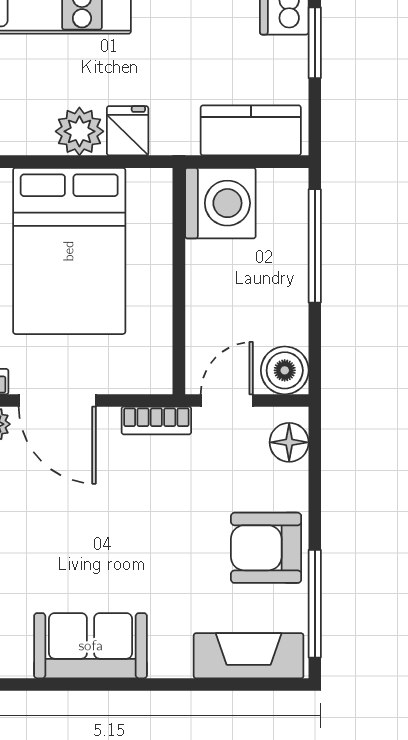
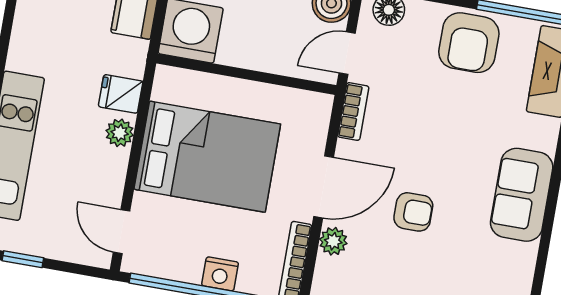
plant: (79, 131) -> (120, 133), width x0.73, depth x0.73
door: (227, 400) -> (347, 53), hinge flipped
armchair: (46, 516) -> (413, 212), added

